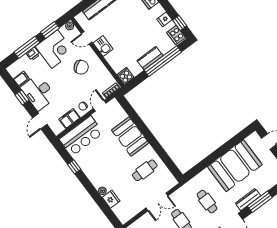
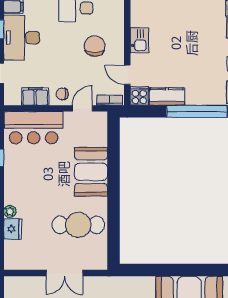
door: (87, 38) -> (127, 75), moved
kitchen counter: (150, 58) -> (167, 96), moved
chair: (81, 67) -> (95, 46), turned -146
cafe table: (145, 170) -> (78, 225), width x1.37, depth x1.35

